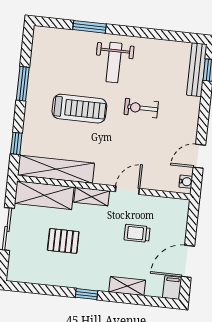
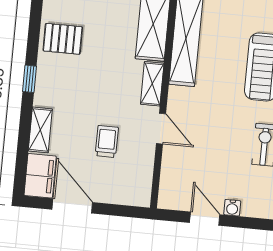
water cooler: (186, 182) -> (232, 208), moved
pallet: (63, 241) -> (63, 39), moved, turned 90
filing cabinet: (172, 288) -> (40, 176), width x2.00

